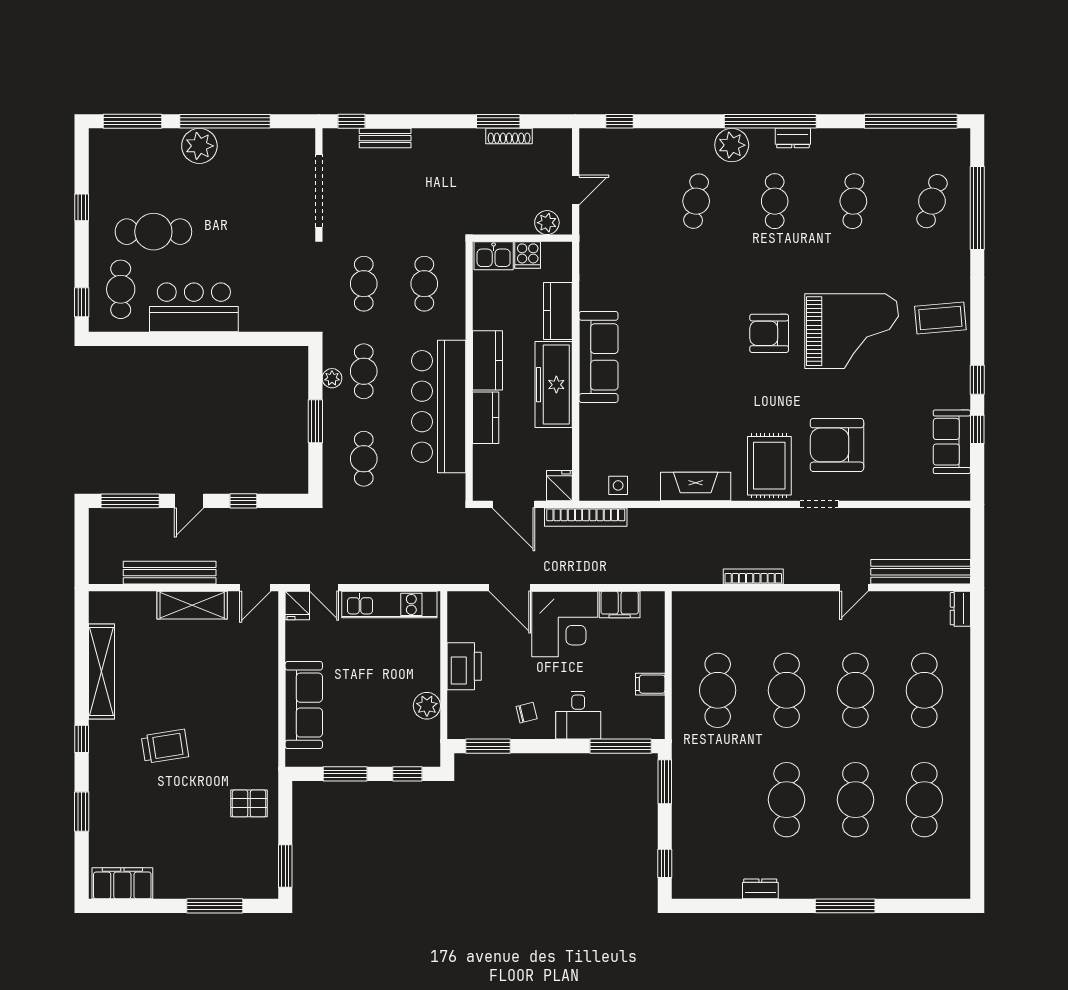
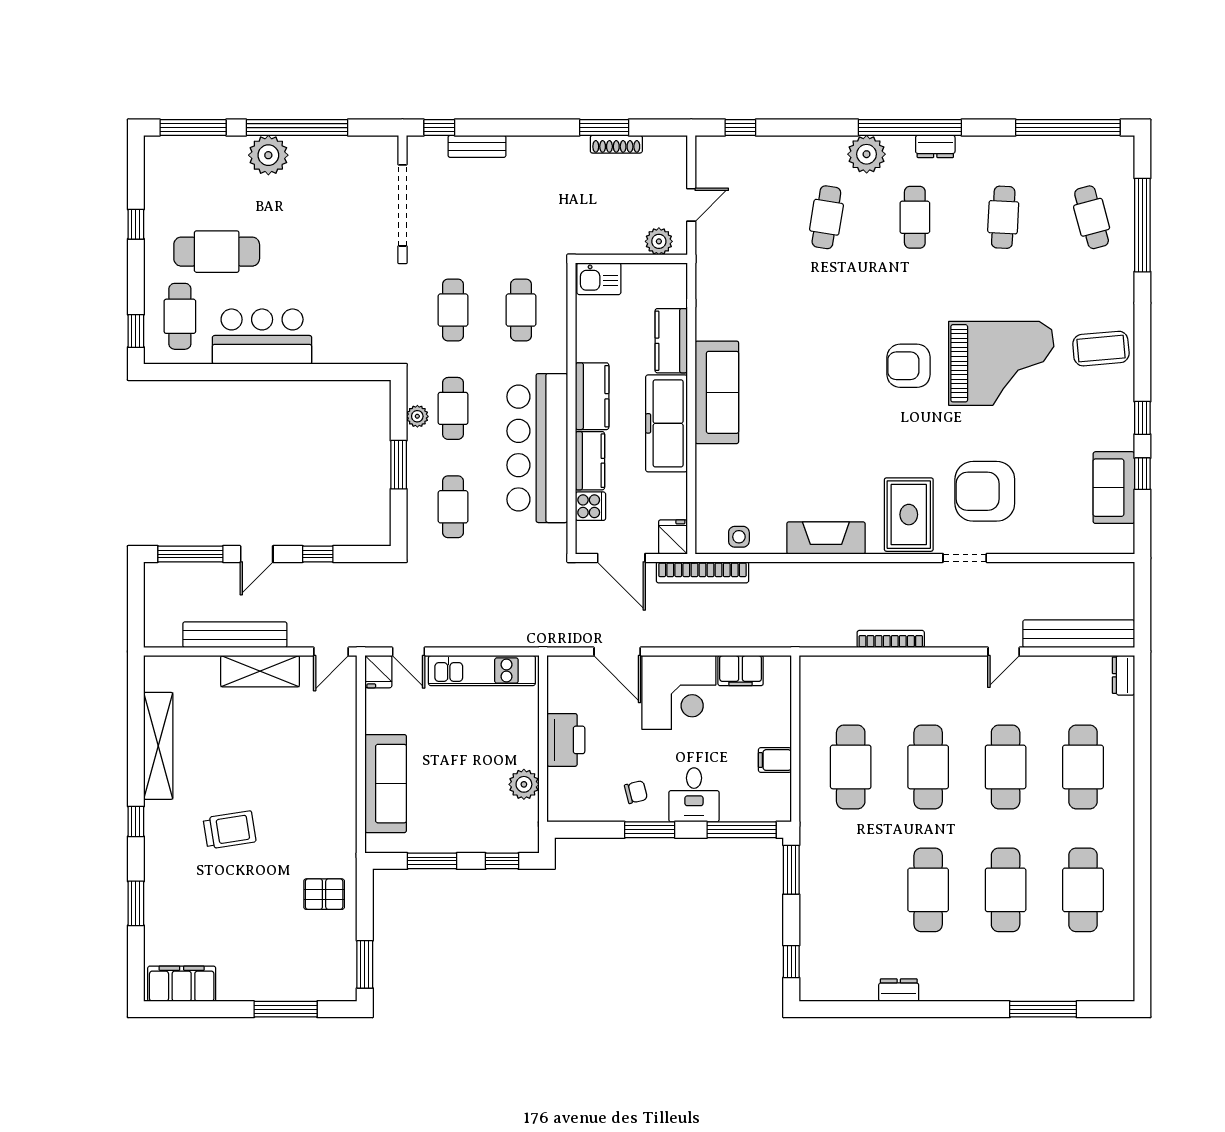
cafe table: (932, 201) -> (1092, 217), turned -33
cooker: (528, 255) -> (590, 506), moved, turned -90
window: (488, 746) -> (650, 830), moved
window: (845, 906) -> (1043, 1009), moved

